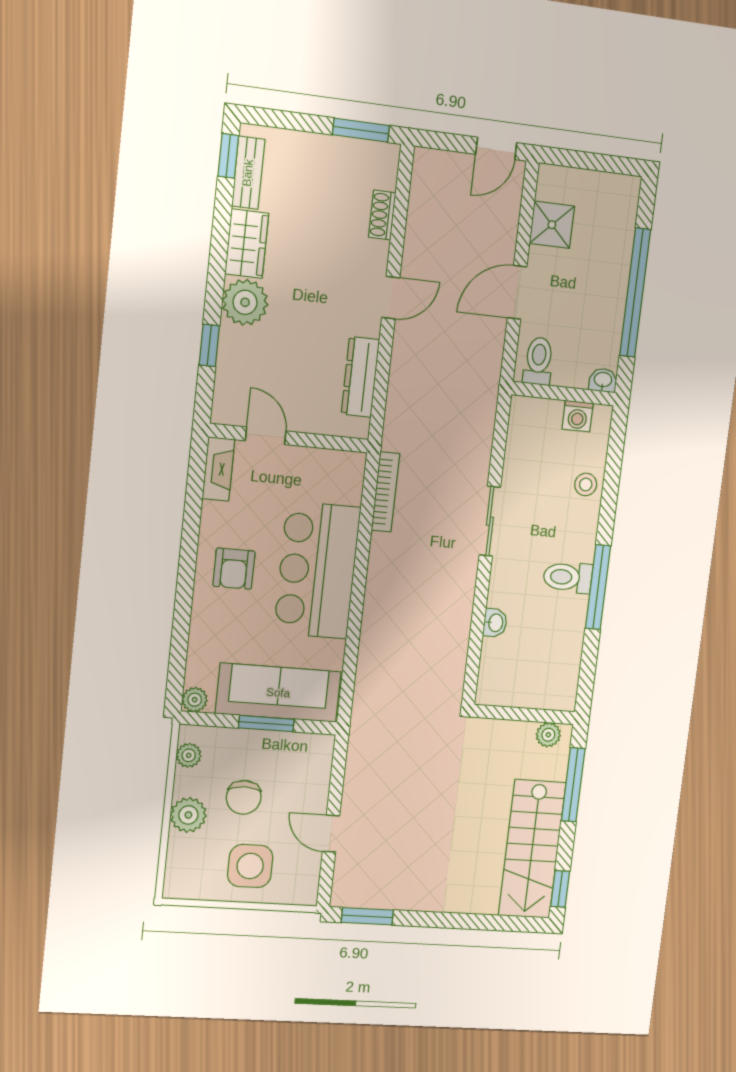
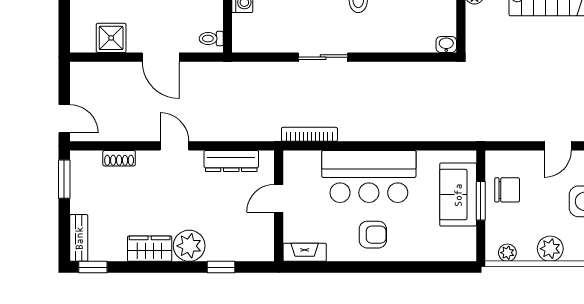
door: (496, 148) -> (64, 119), moved
bench: (248, 173) -> (79, 238), moved, turned 90
toilet: (538, 361) -> (211, 39), width x0.73, depth x0.72
door: (266, 436) -> (279, 198), moved
washbasin: (495, 623) -> (446, 44), moved
sofa: (278, 693) -> (458, 195), width x0.73
plant: (195, 700) -> (467, 253), removed
chair: (244, 797) -> (507, 190), moved

